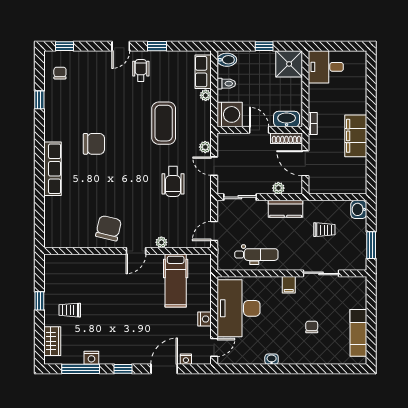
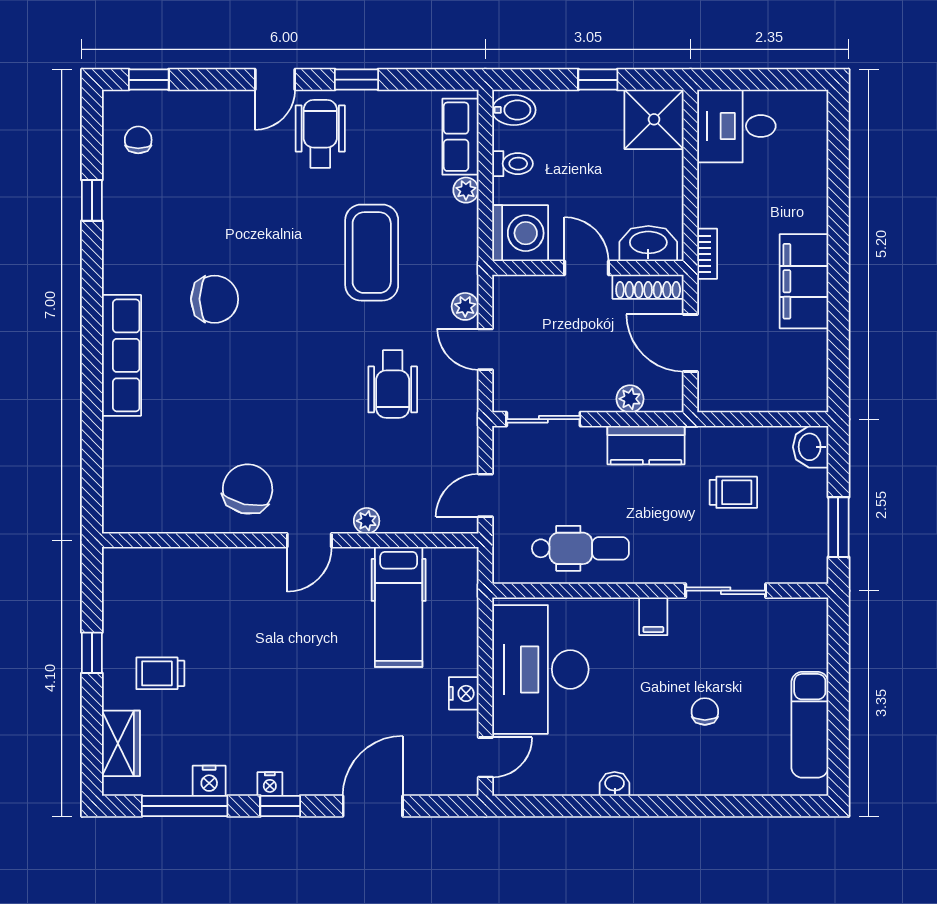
wheelchair: (141, 70) -> (320, 134), width x1.36, depth x1.37
nightstand: (186, 359) -> (270, 784), moved

